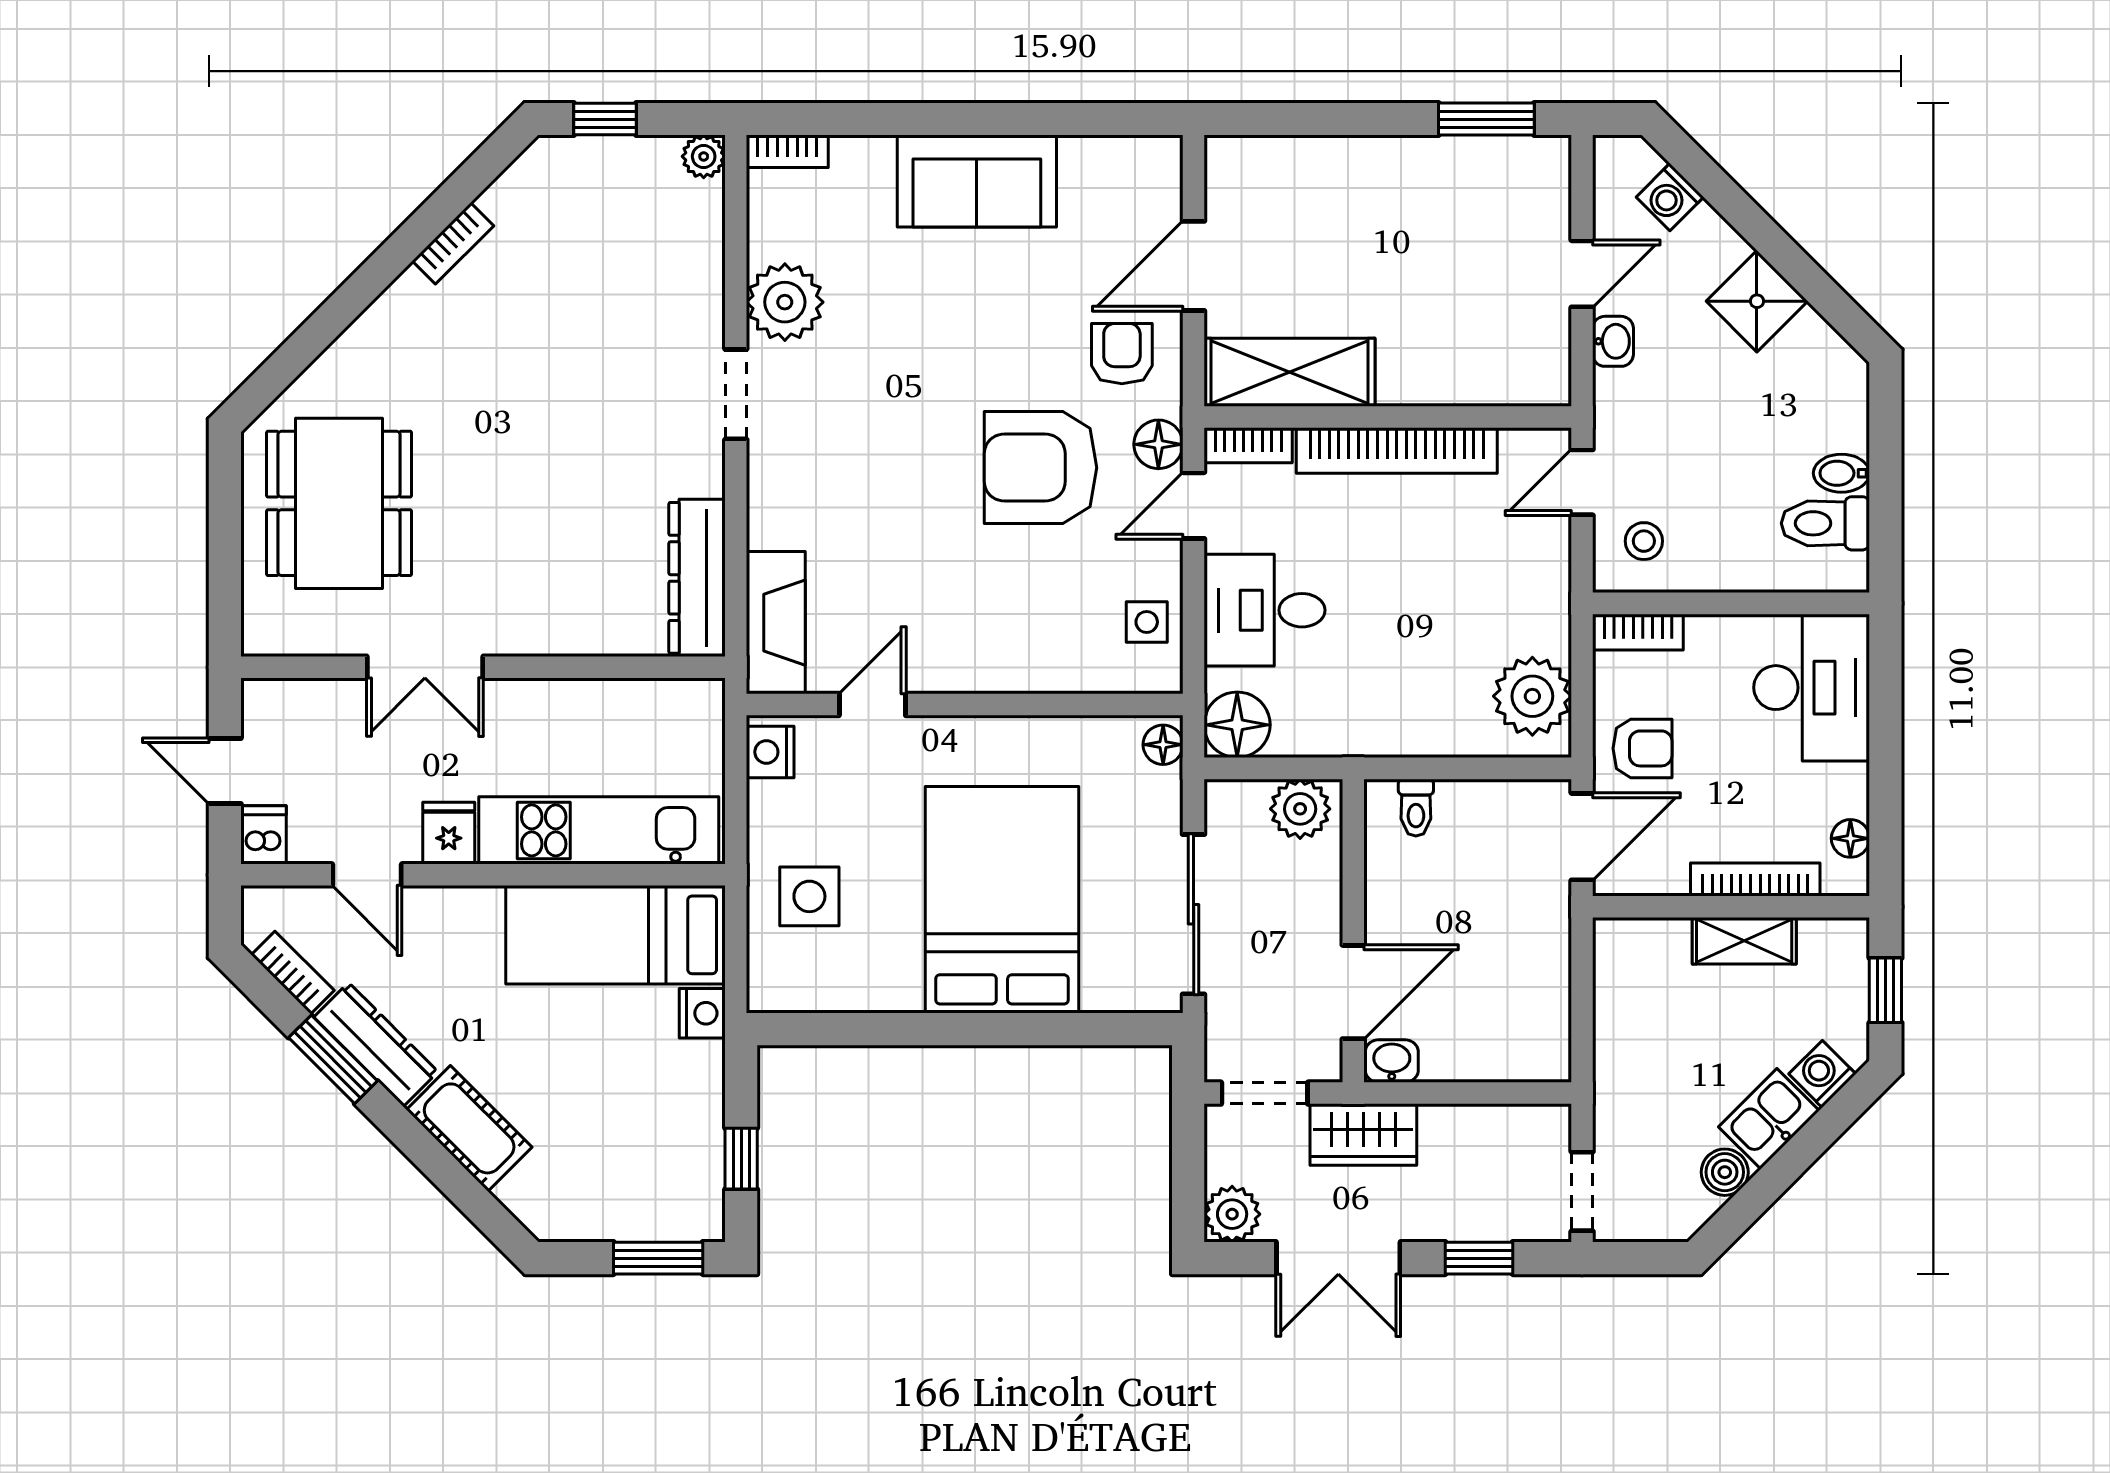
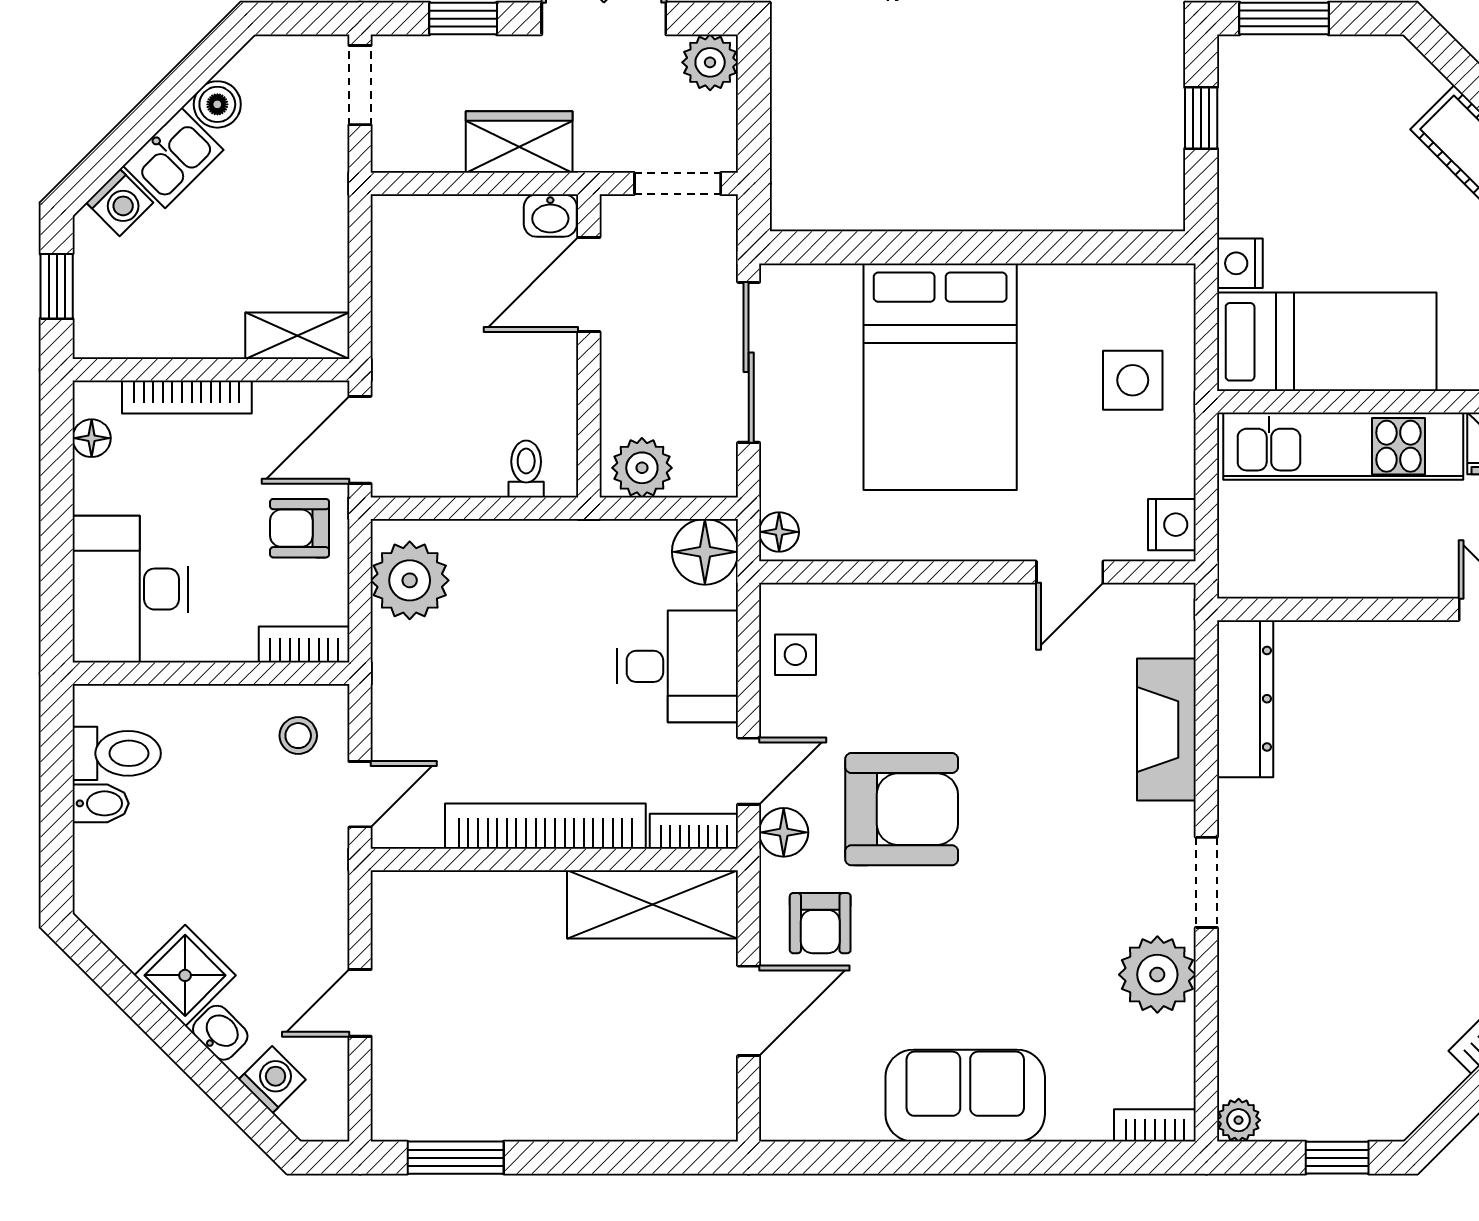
washbasin: (1613, 341) -> (220, 1033), moved, turned 135
fireplace: (776, 623) -> (1166, 729), moved
shelving: (1744, 941) -> (297, 336), moved
wardrobe: (1363, 1135) -> (519, 142), moved

